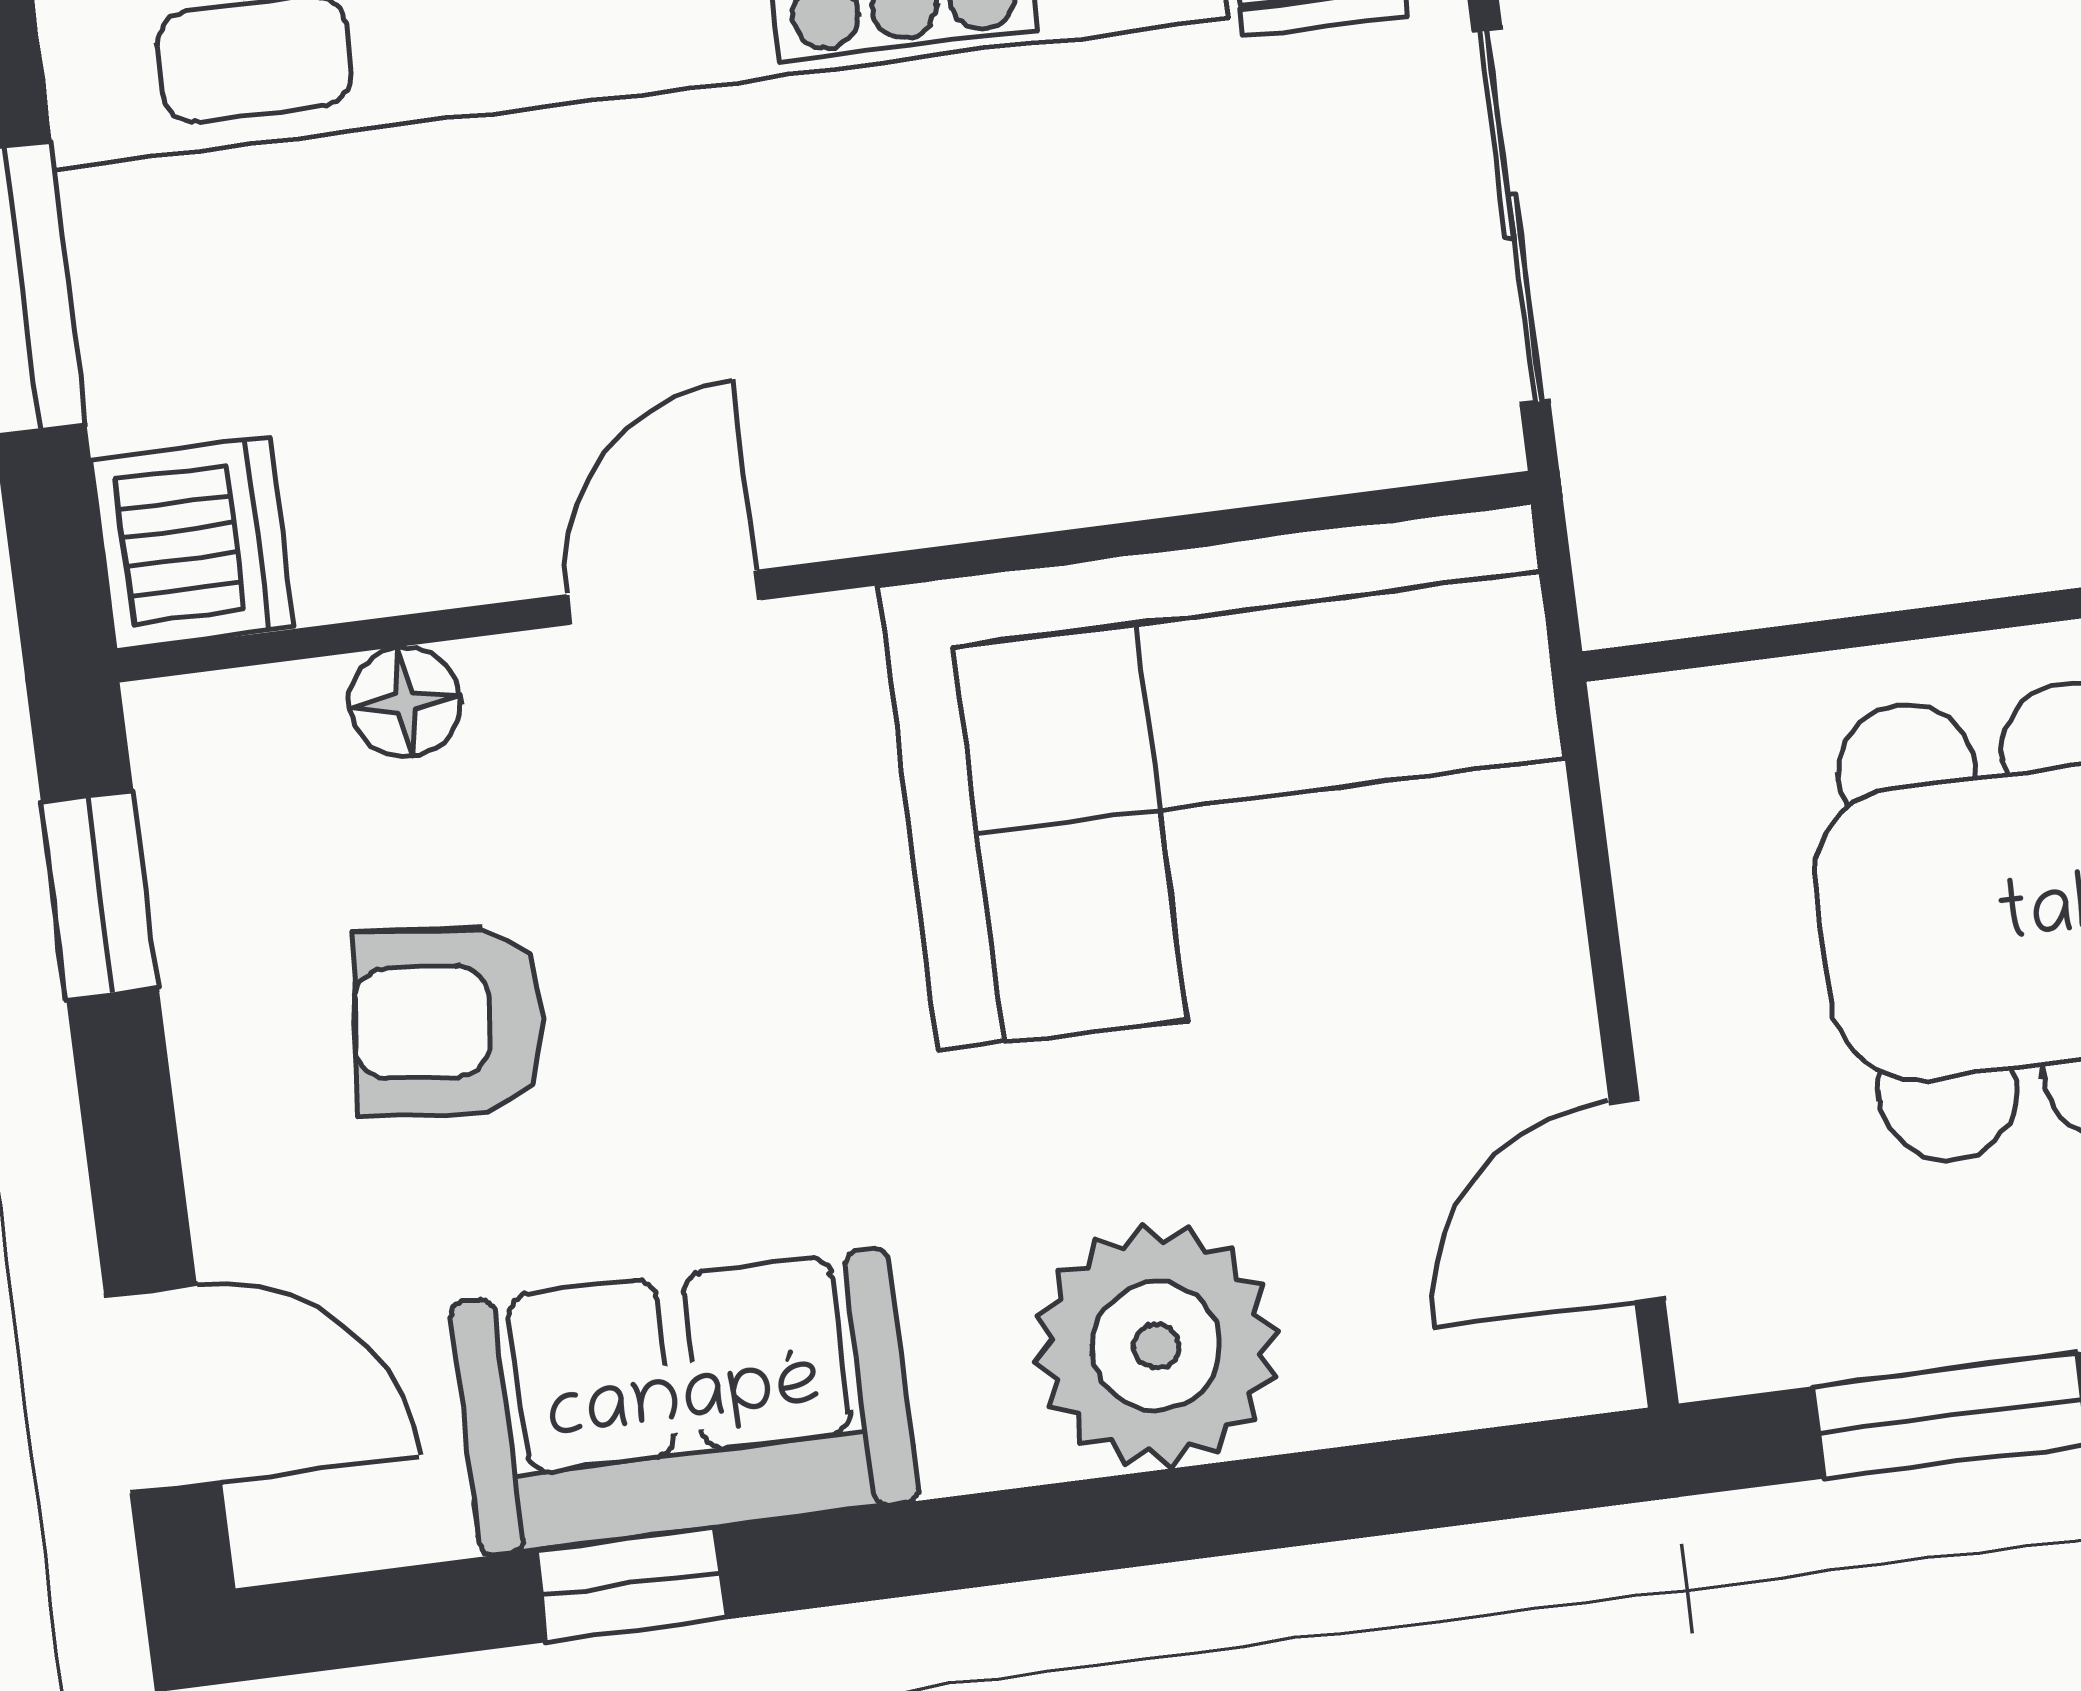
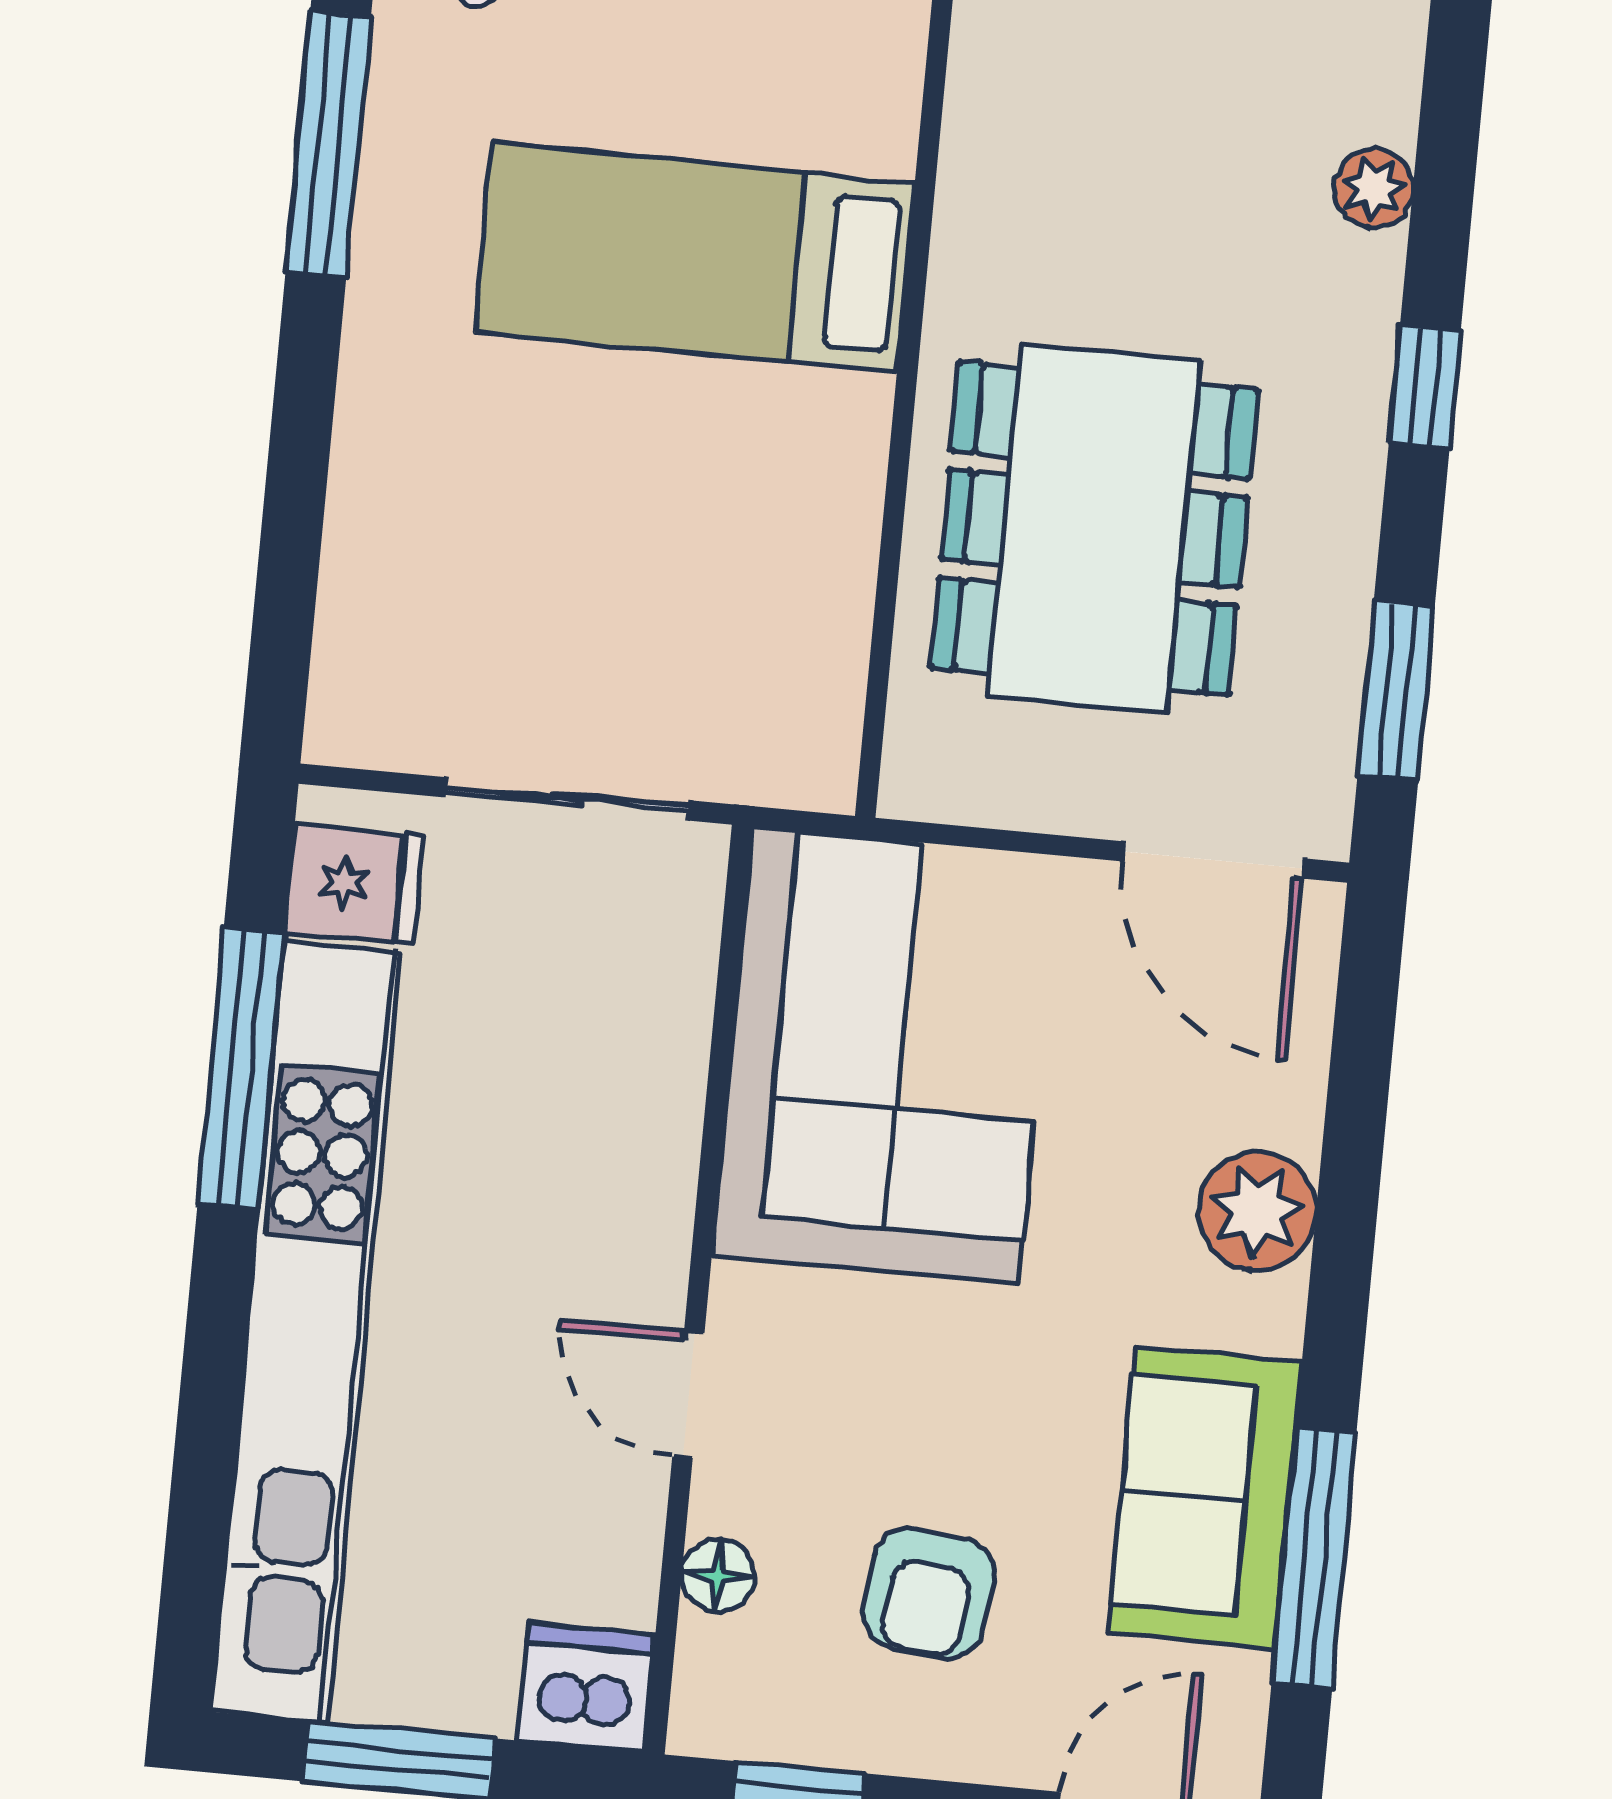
door: (1637, 1200) -> (1213, 860), width x1.38
plant: (1156, 1346) -> (1257, 1211), width x0.73, depth x0.73
window: (631, 1584) -> (1314, 1557), width x2.17

